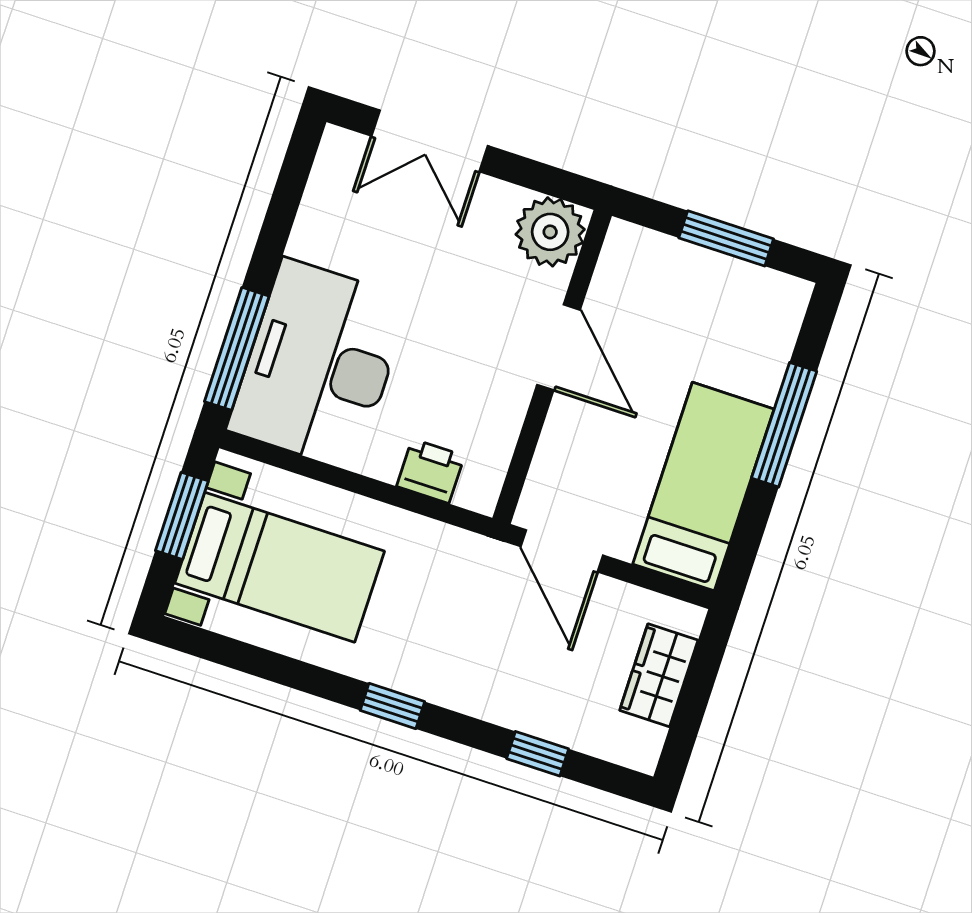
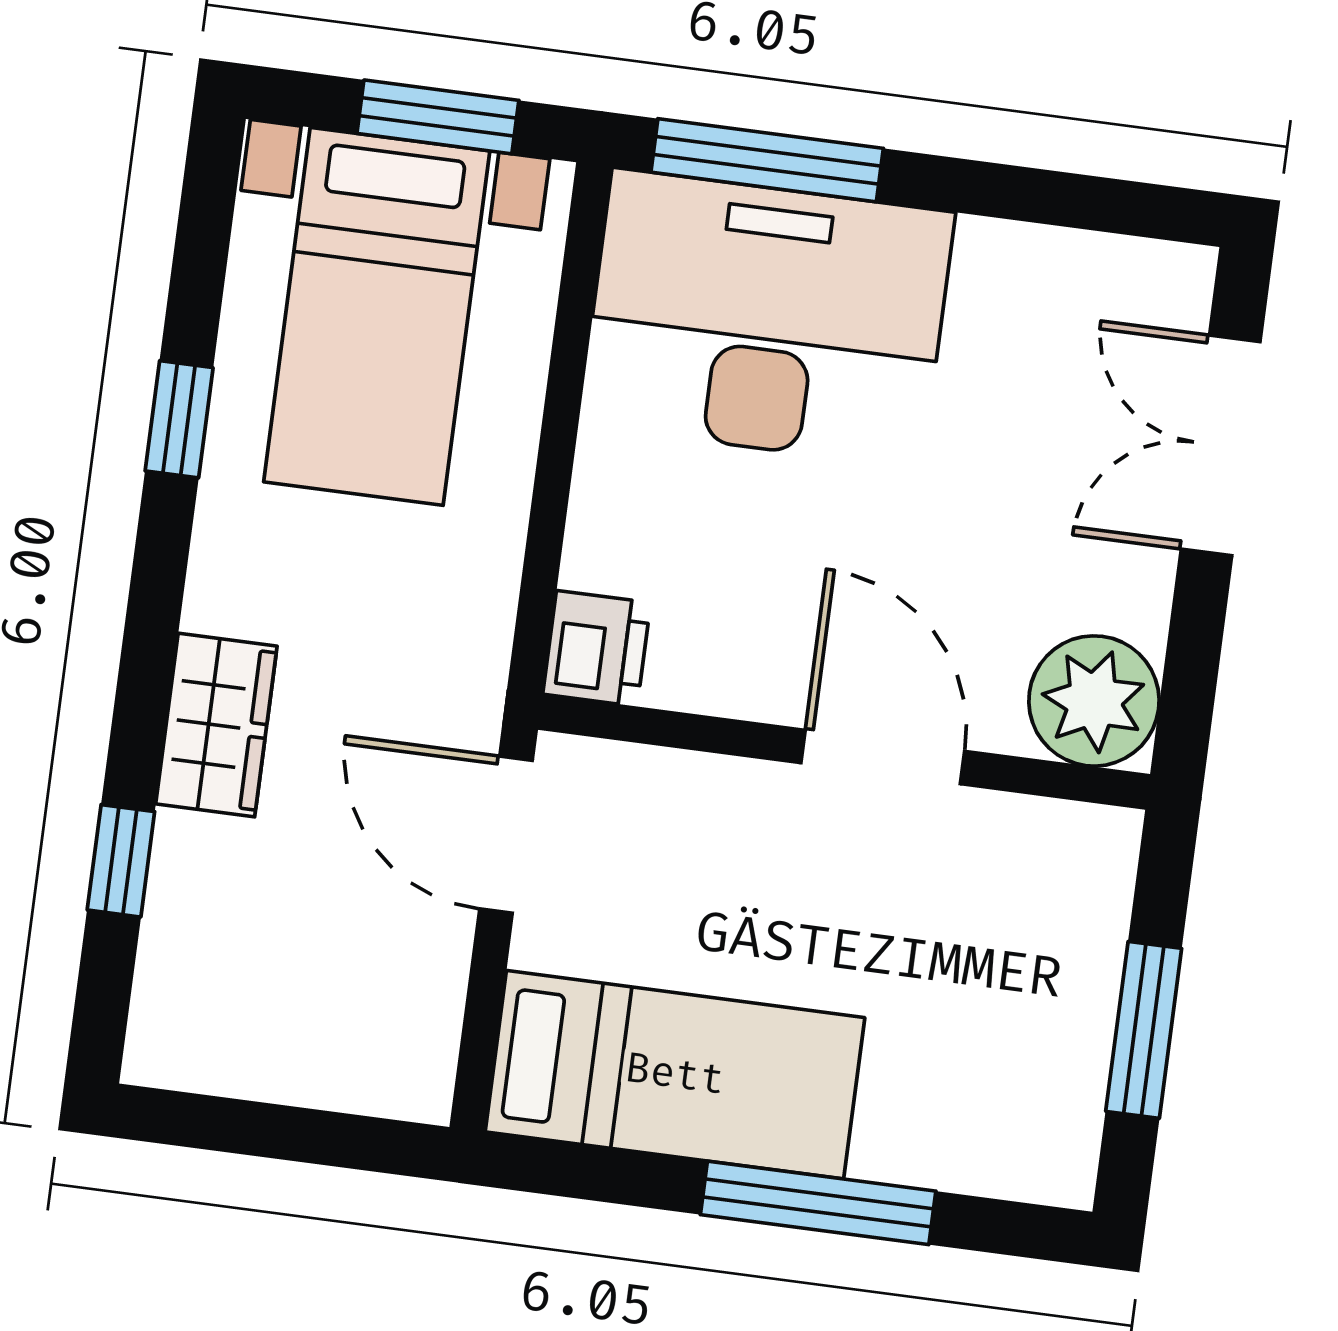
door: (559, 347) -> (883, 757), swing flipped
printer: (431, 471) -> (597, 648), moved
door: (562, 551) -> (506, 835), hinge flipped
wardrobe: (659, 675) -> (216, 725), moved, turned 90
window: (392, 706) -> (179, 419), moved

